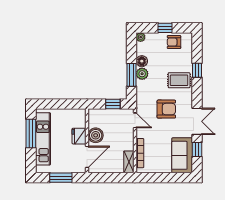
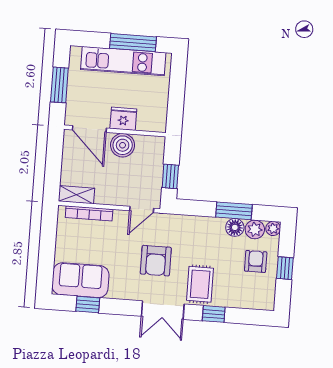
armchair: (174, 42) -> (256, 261), moved
plant: (142, 74) -> (255, 229), moved
window: (131, 75) -> (234, 211), moved
double door: (197, 121) -> (163, 310), moved

